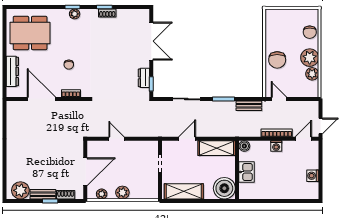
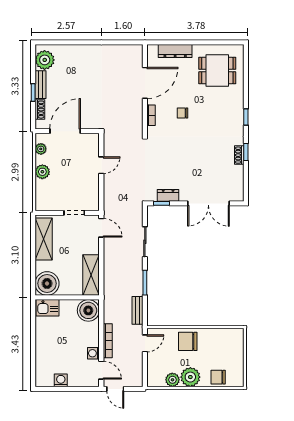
plant: (75, 14) -> (238, 119), removed
dining table: (30, 33) -> (217, 71), width x0.73
door: (187, 139) -> (101, 228), moved
boiler: (244, 146) -> (88, 310), width x1.86, depth x1.86
washing machine: (276, 146) -> (93, 353), moved
door: (85, 172) -> (65, 131), swing flipped
kitchen sink: (246, 172) -> (48, 308), moved

